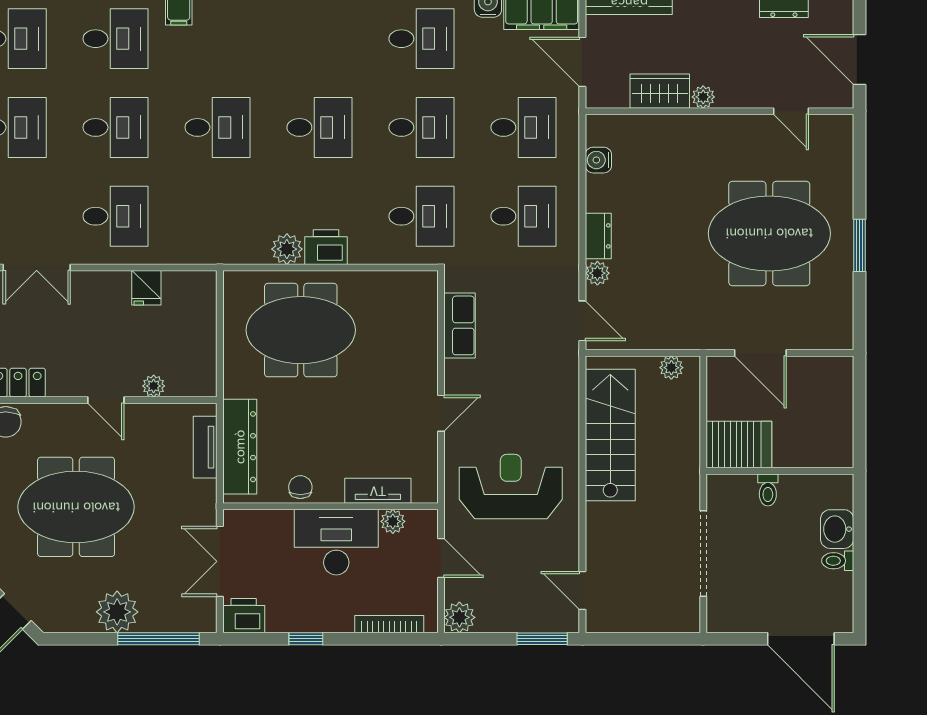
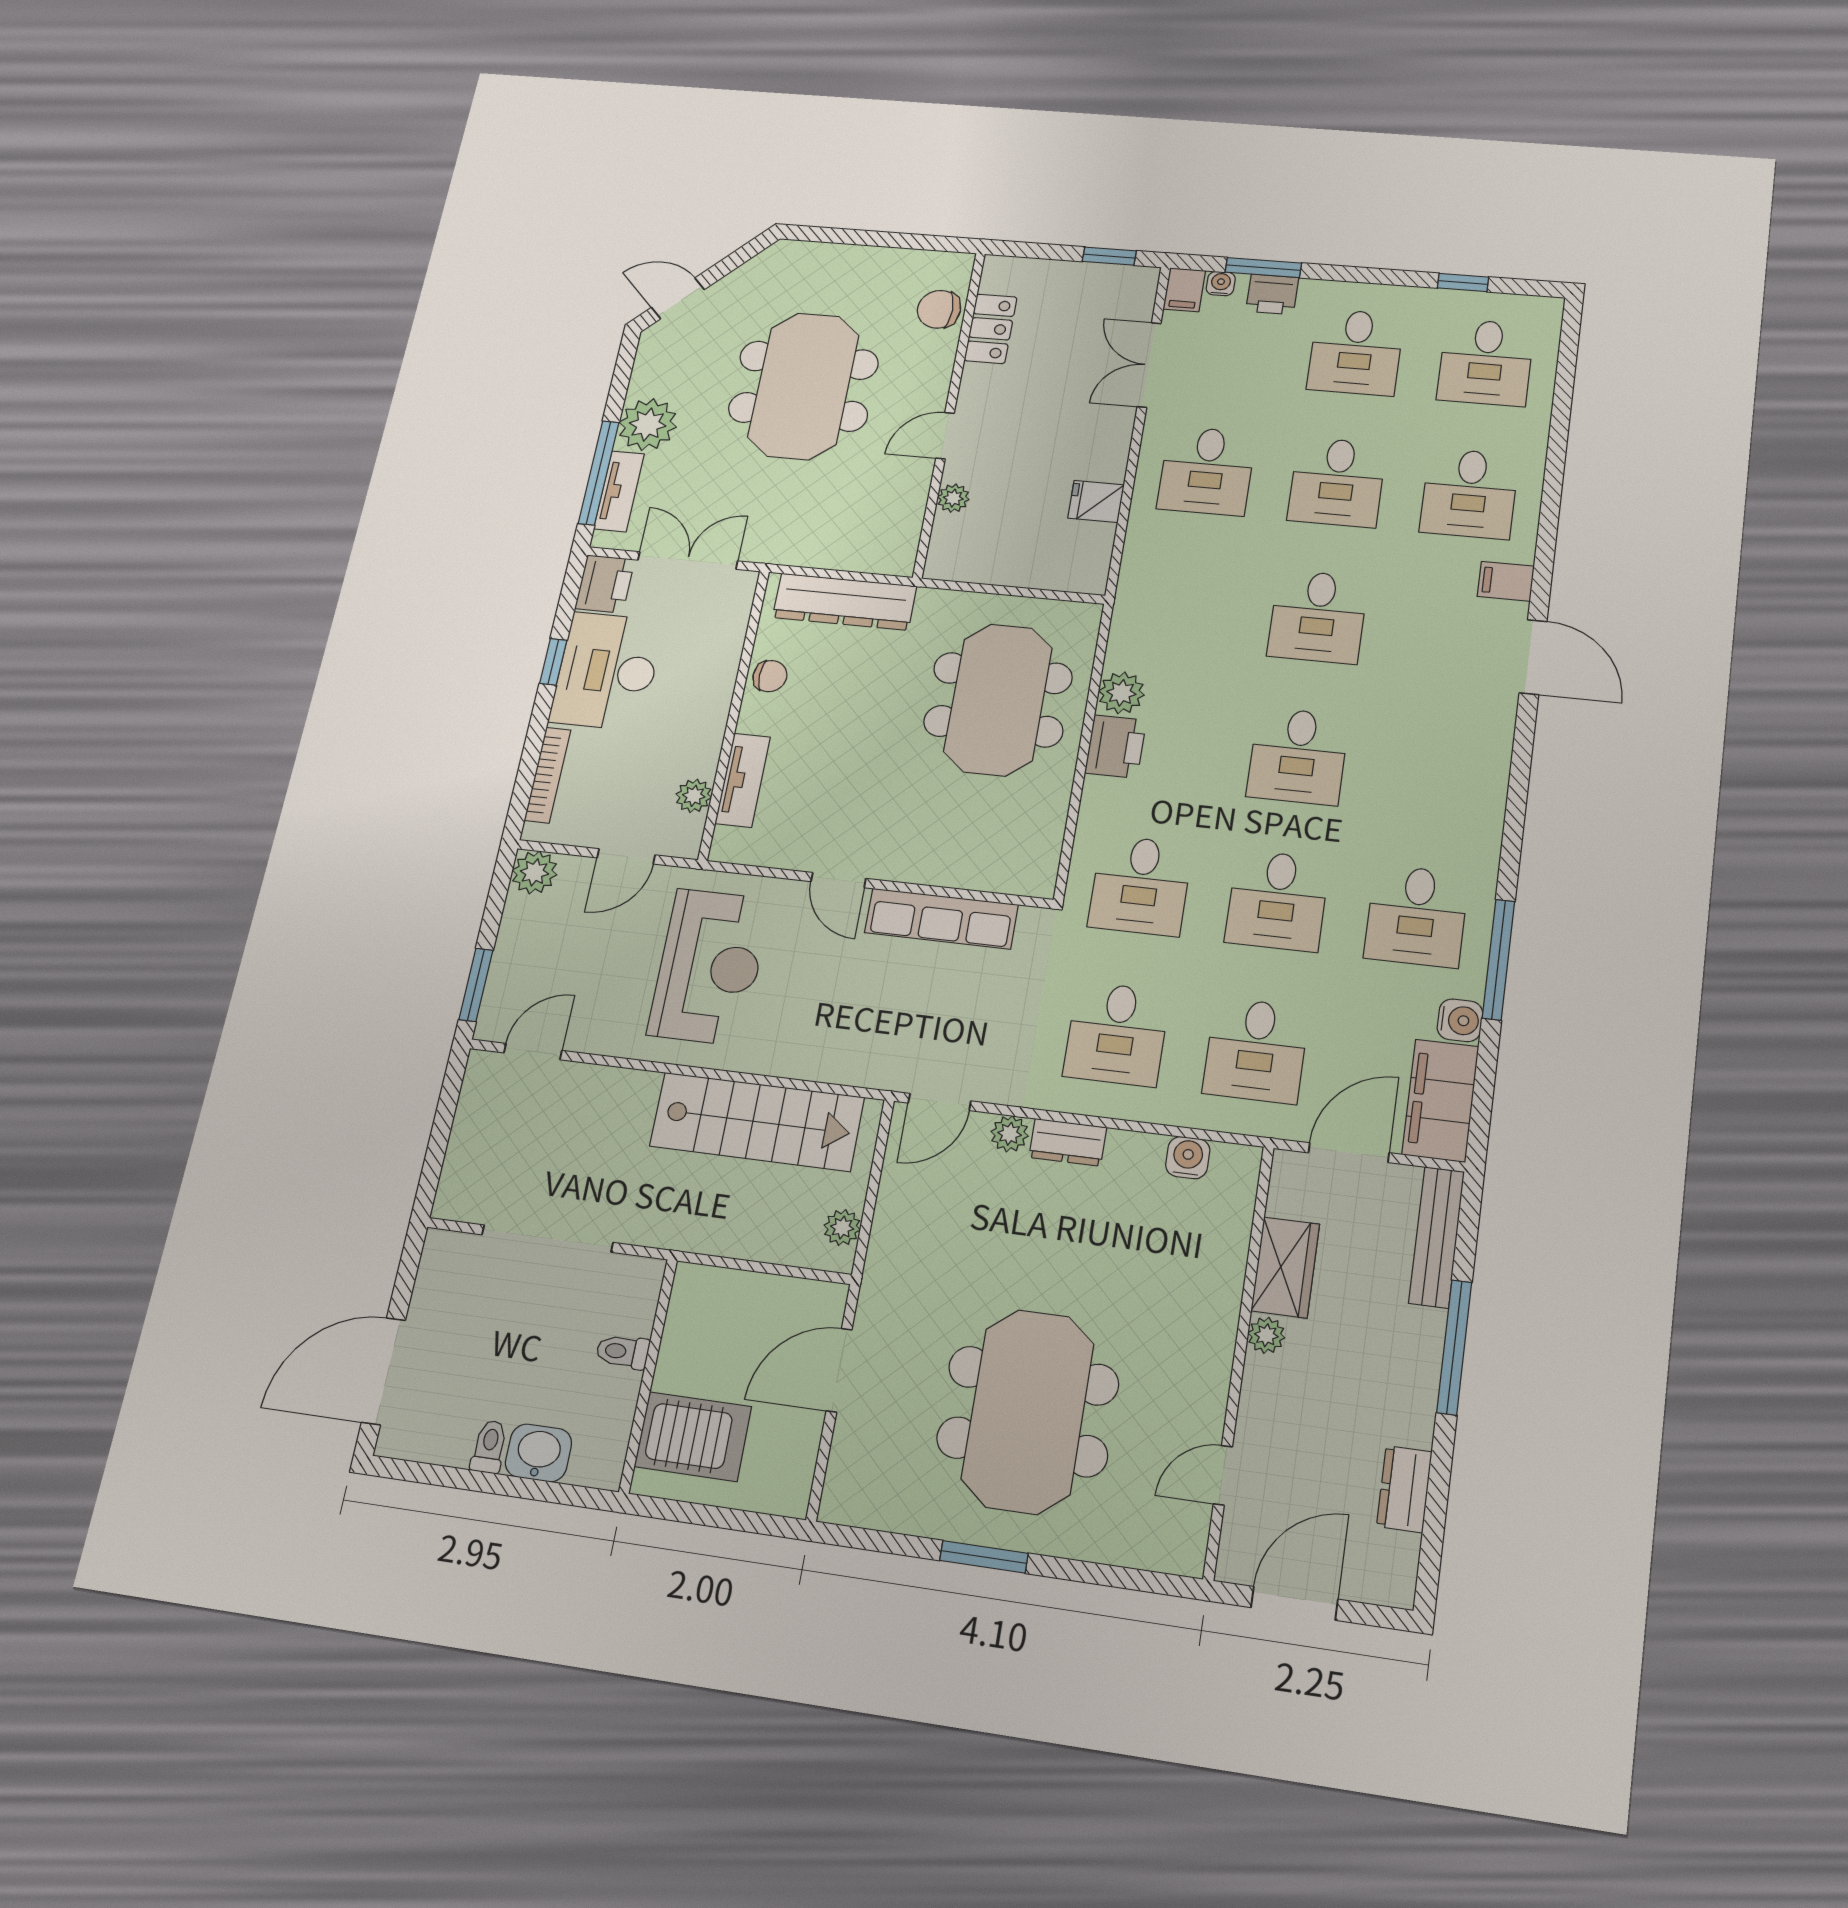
row of seats: (460, 325) -> (941, 919), width x1.48
server rack: (739, 445) -> (693, 1437), moved, turned -90
tv unit: (205, 447) -> (619, 491), moved, turned 90
desk: (336, 542) -> (607, 671), moved, turned 180

